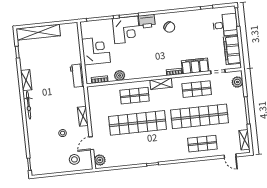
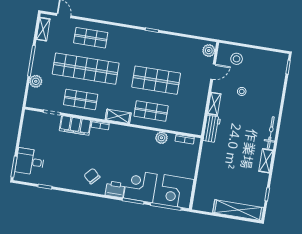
filing cabinet: (232, 50) -> (30, 132), removed
corner desk: (96, 51) -> (177, 192), moved
workbench: (77, 76) -> (212, 129), moved
plant: (237, 82) -> (36, 81), moved
shop shelf: (137, 123) -> (156, 80), width x0.71

